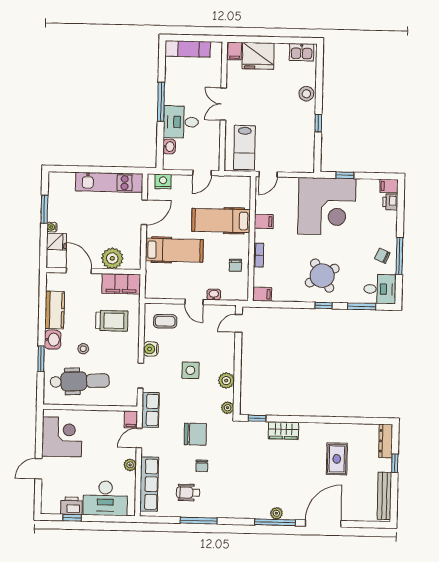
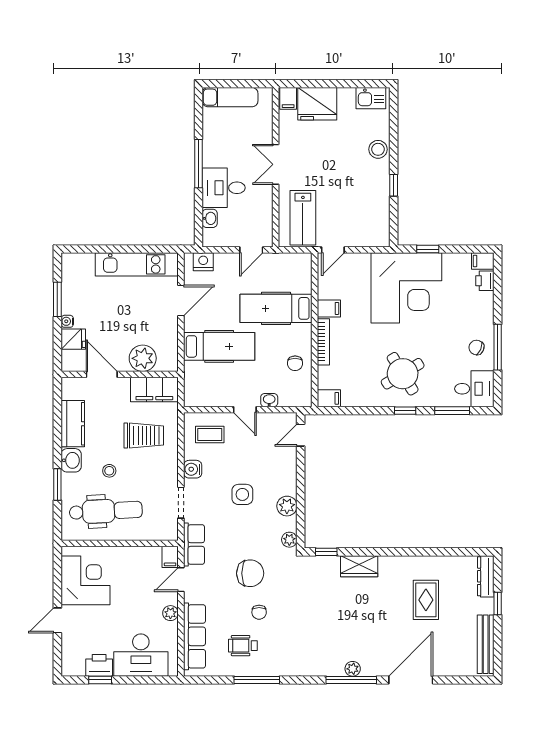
bookcase: (259, 255) -> (323, 342), width x1.56

